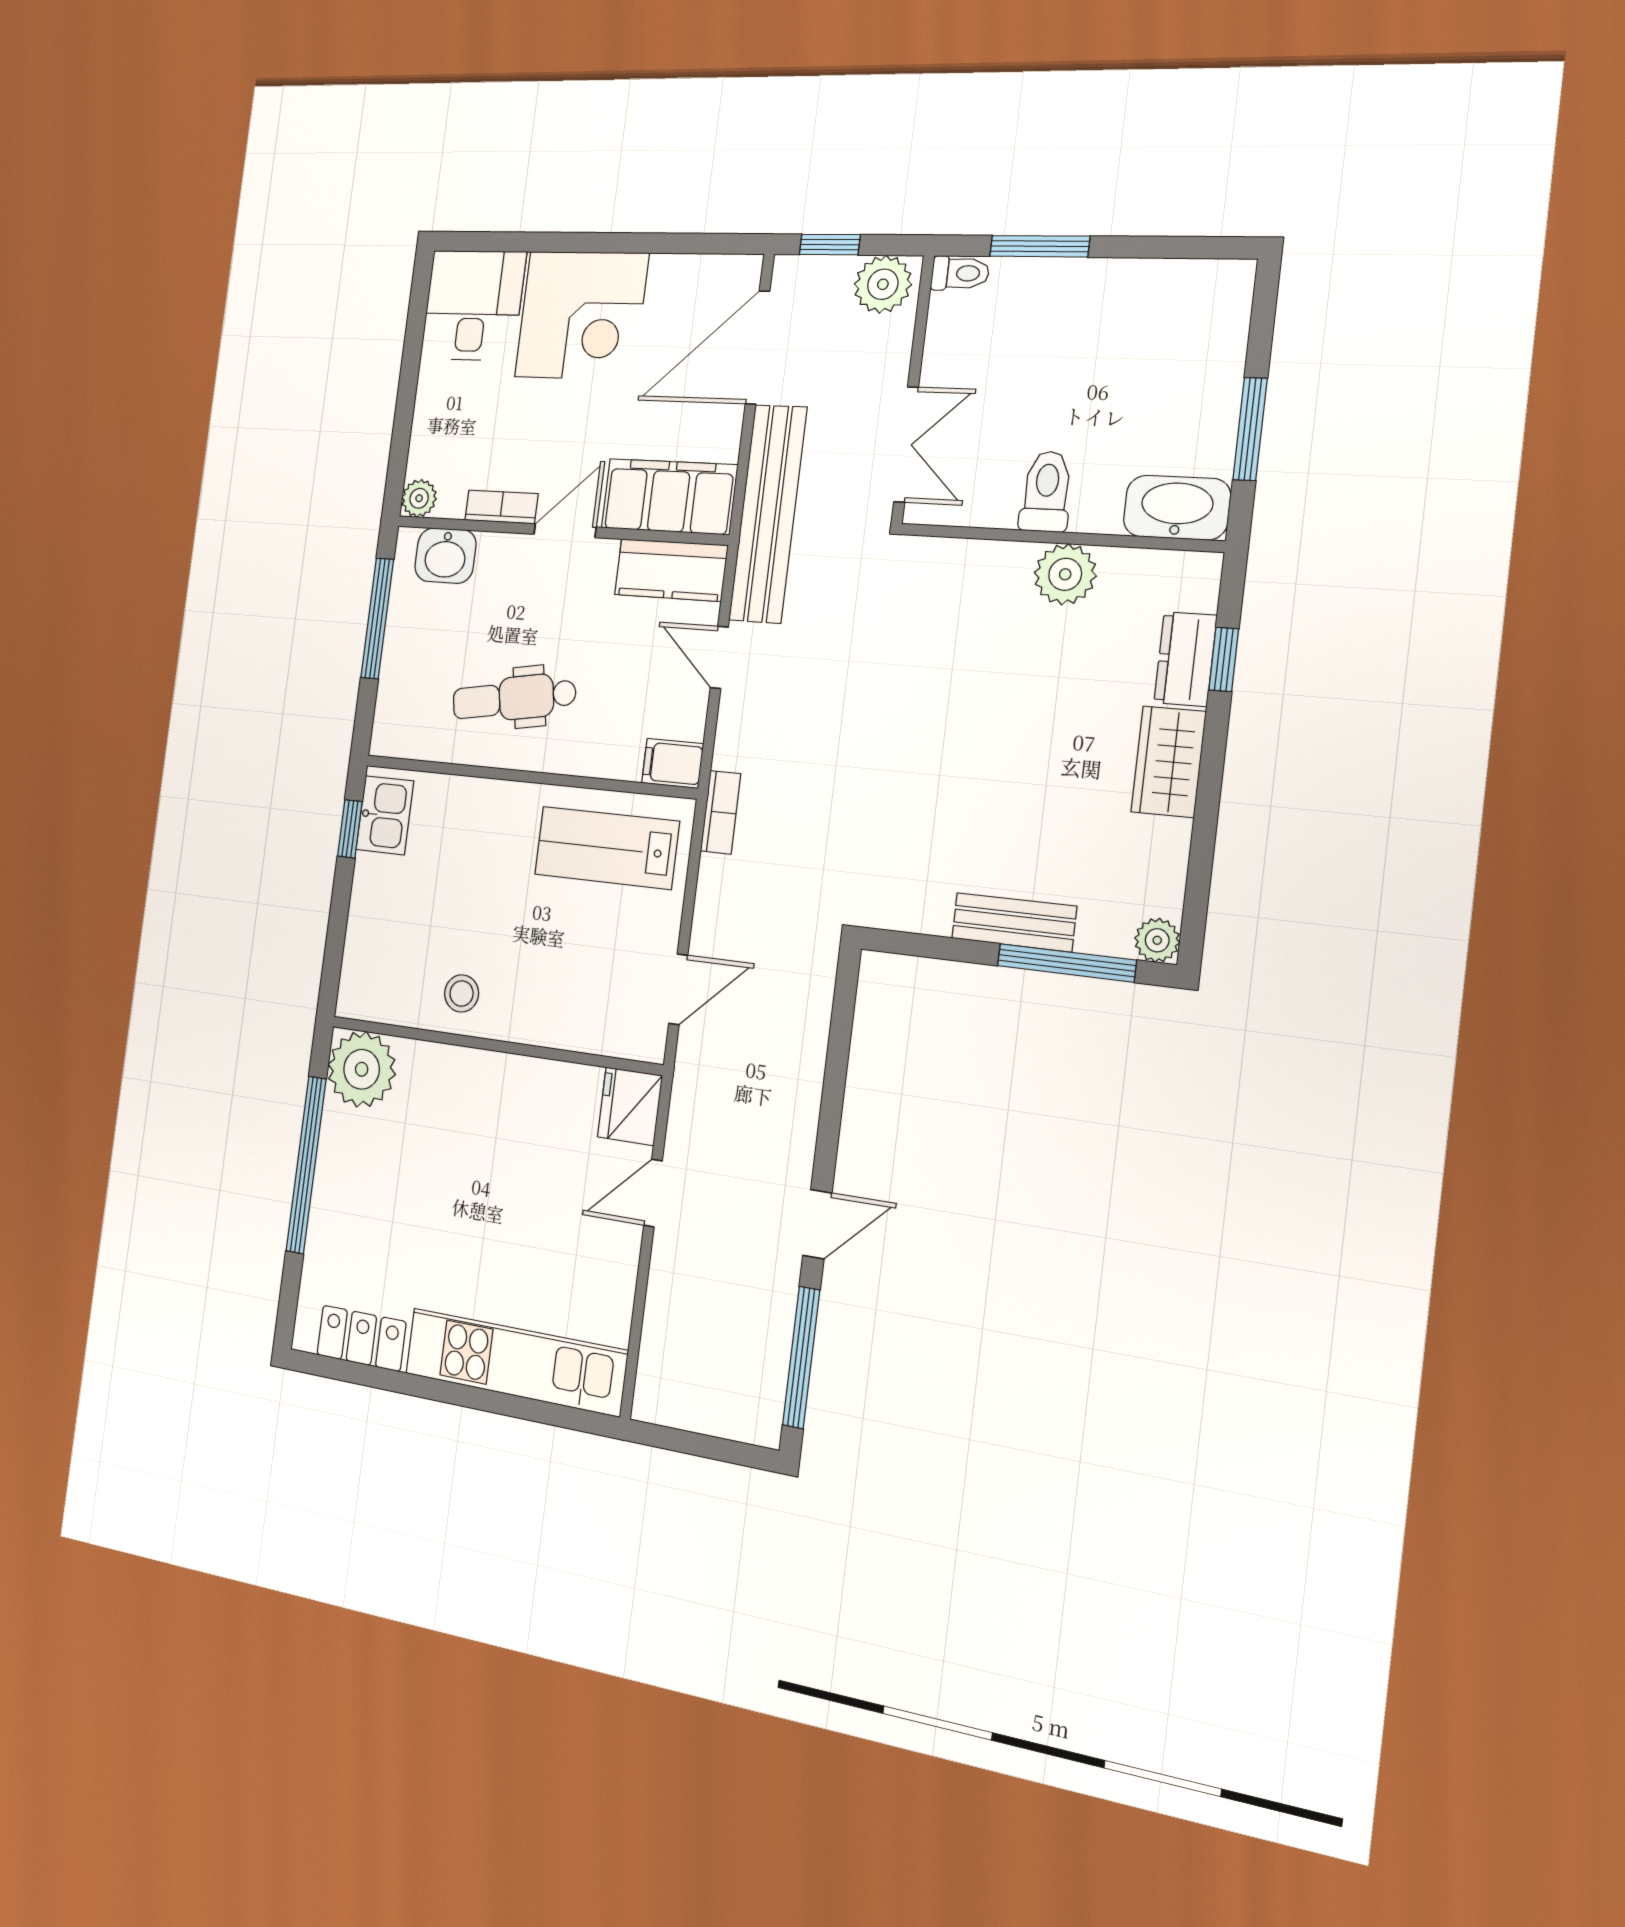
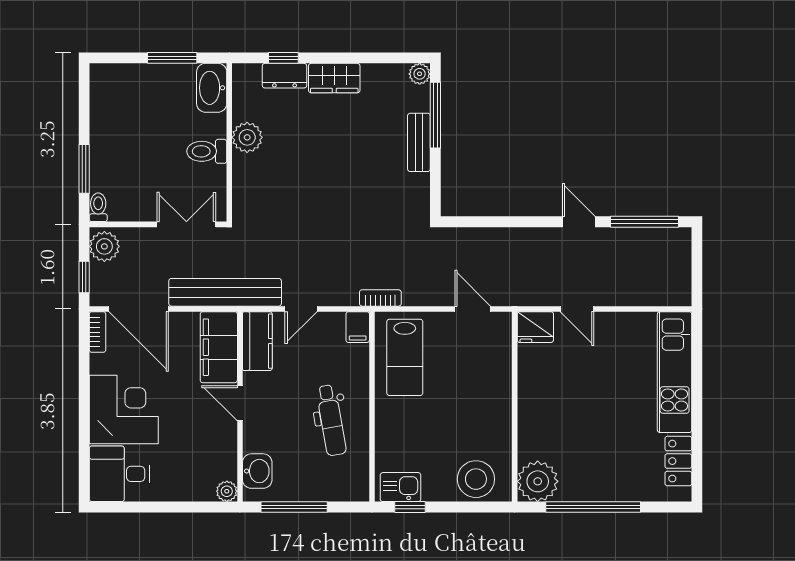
bookcase: (501, 507) -> (98, 332), moved, turned 180
stool: (462, 993) -> (476, 479), moved, width x1.89, depth x1.89

